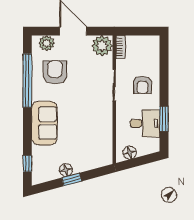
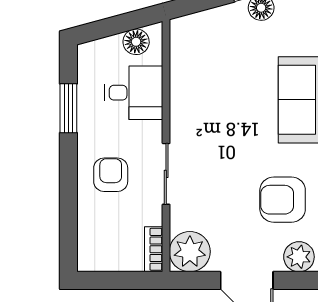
armchair: (55, 72) -> (283, 200), turned 90
desk: (145, 123) -> (134, 93), moved, turned 180

